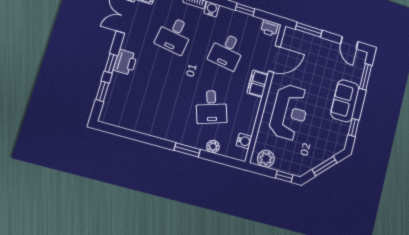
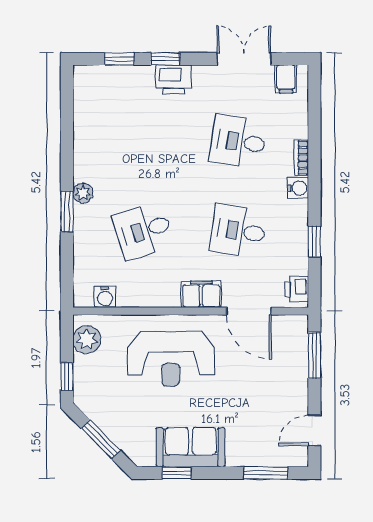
sofa: (345, 101) -> (191, 447), moved
plant: (213, 147) -> (83, 193), moved

